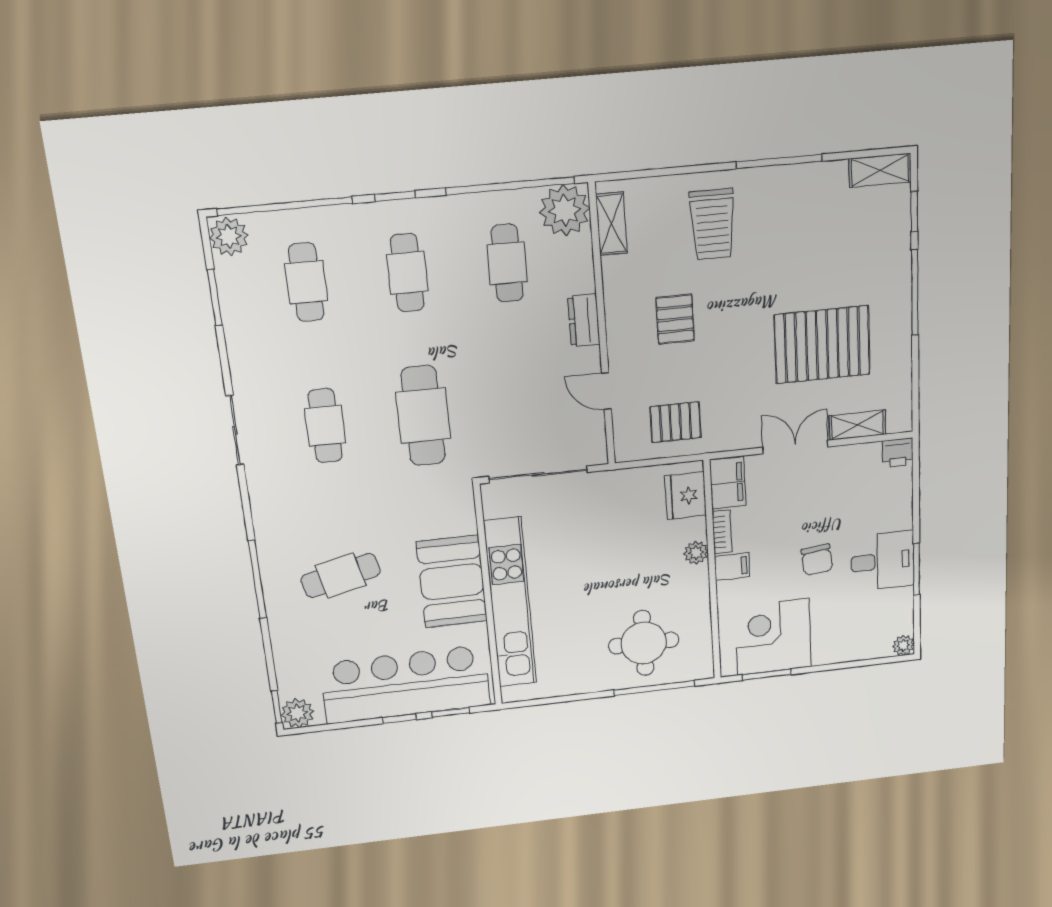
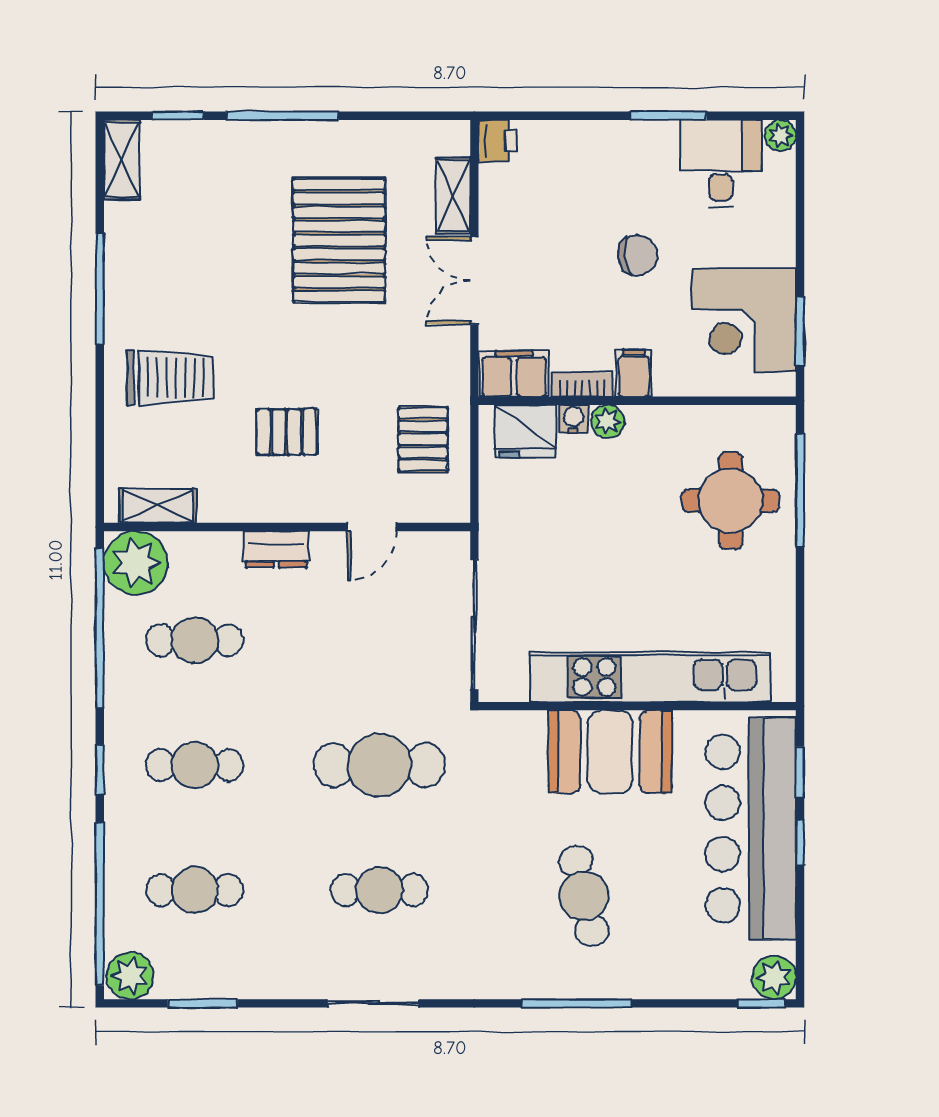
water cooler: (697, 529) -> (574, 419), added
desk: (882, 561) -> (721, 164), moved

